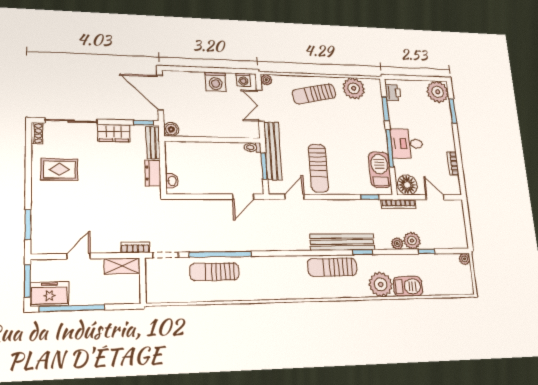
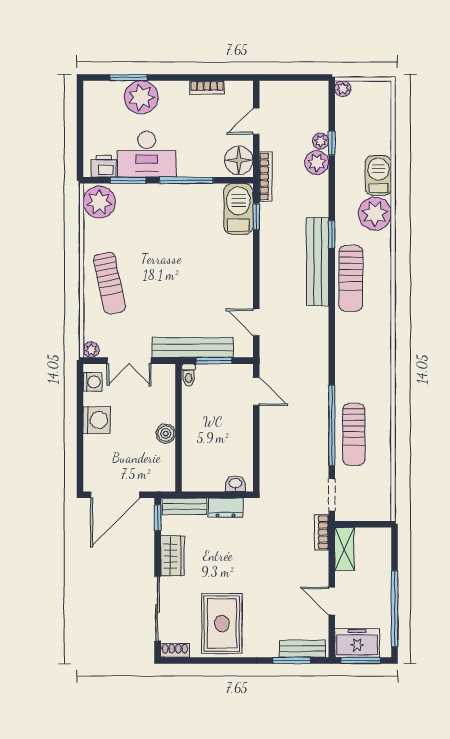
plant: (354, 88) -> (99, 202), moved
plant: (438, 92) -> (141, 97), moved
boiler: (171, 129) -> (166, 434), moved
desk: (407, 144) -> (147, 154), moved, width x1.37
sun lounger: (318, 168) -> (216, 286), removed
rug: (59, 169) -> (222, 624), width x1.36, depth x1.43
barbecue: (380, 170) -> (238, 209), moved, turned 90
bench: (38, 233) -> (302, 649), added
plant: (397, 244) -> (321, 141), moved
freezer: (49, 294) -> (357, 643), moved, turned 90

